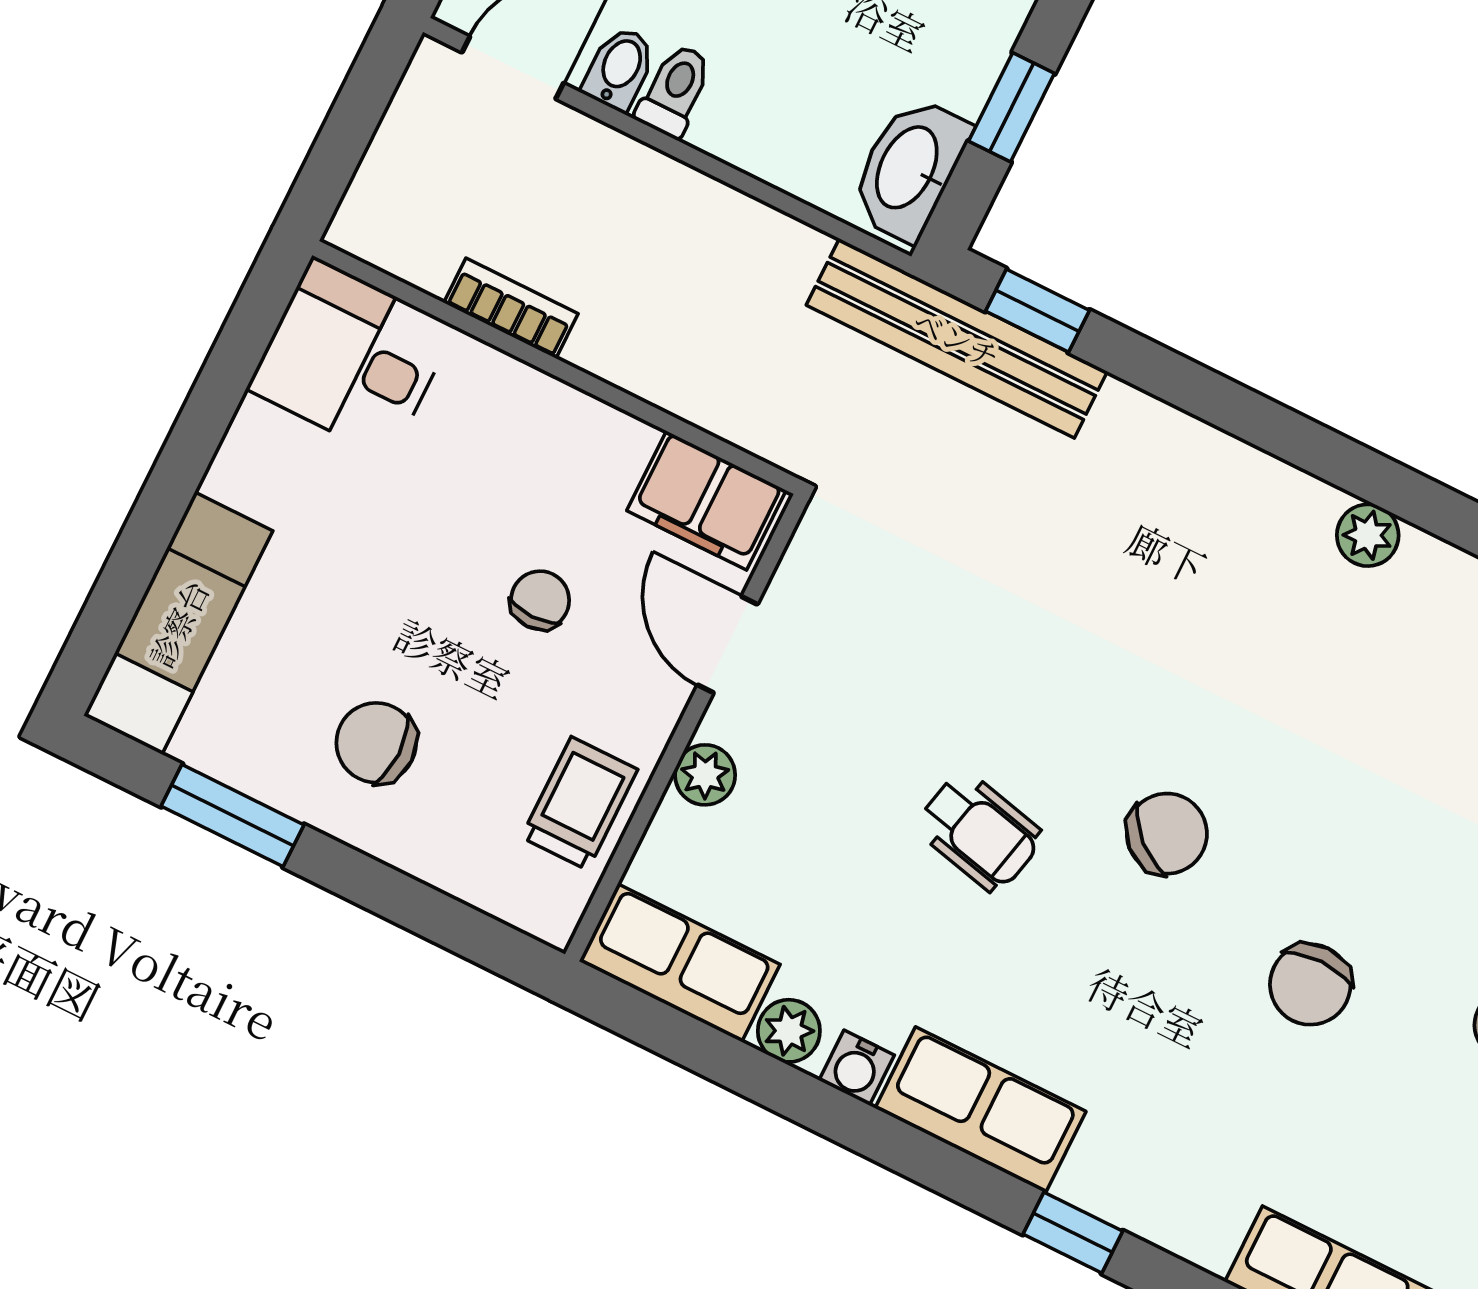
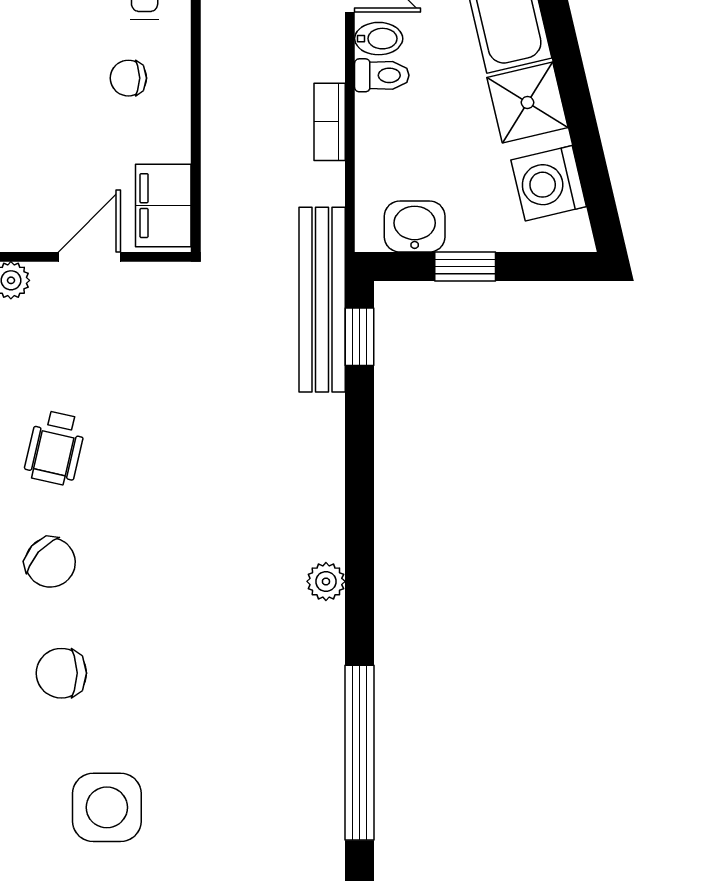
washbasin: (909, 168) -> (415, 227), width x0.72
bookcase: (511, 308) -> (330, 122), moved, turned 180
chair: (540, 600) -> (128, 78), moved, turned 180
chair: (1167, 834) -> (50, 562), moved

